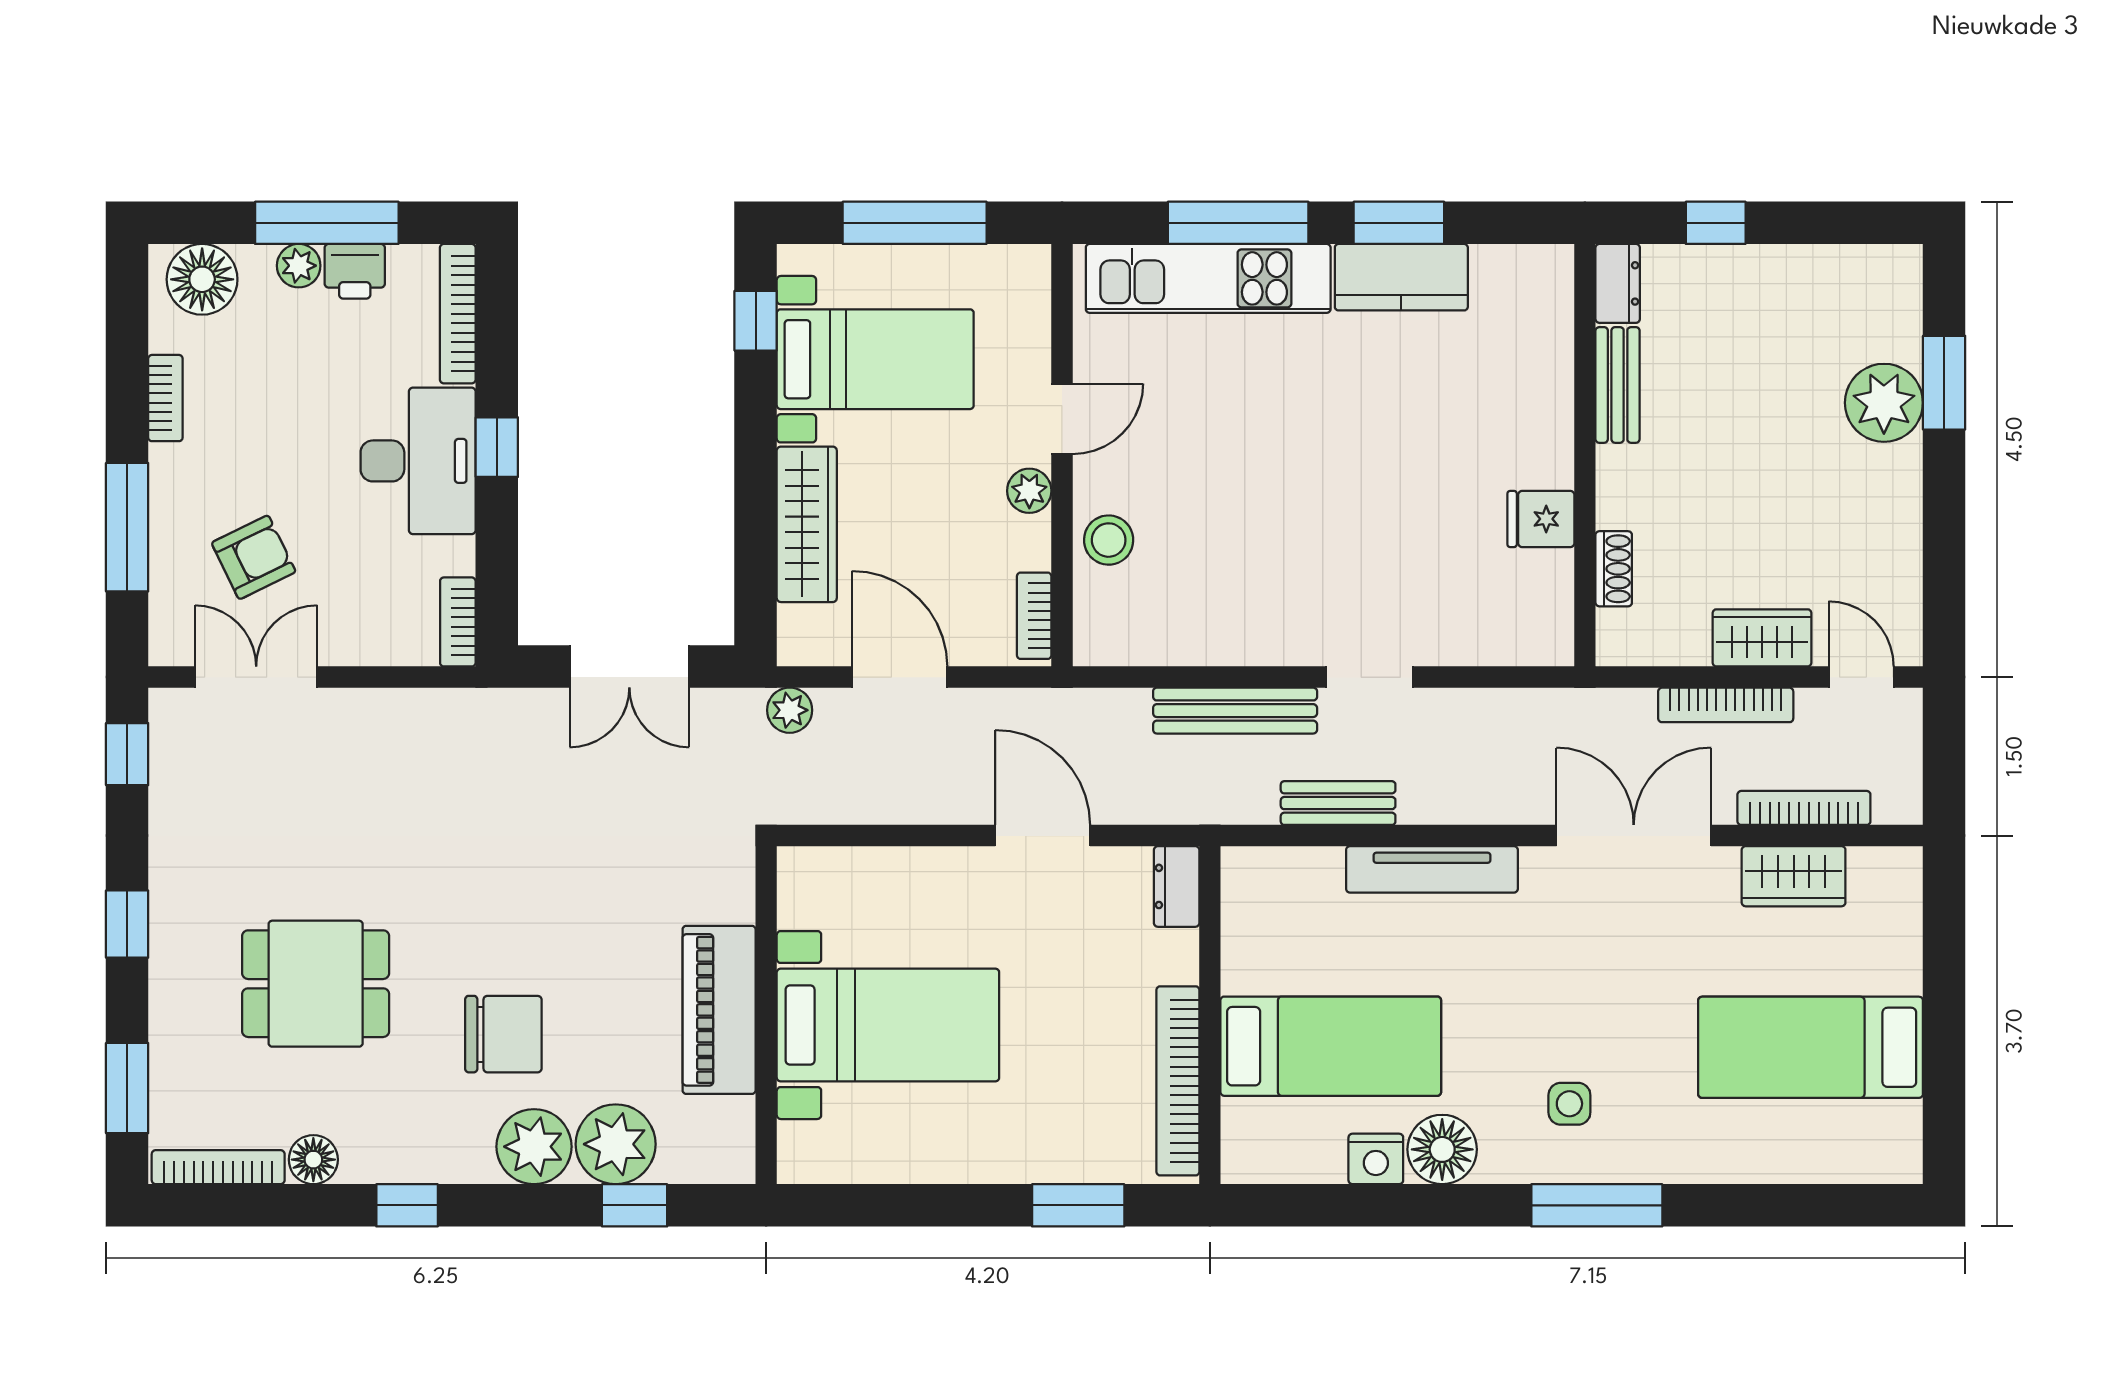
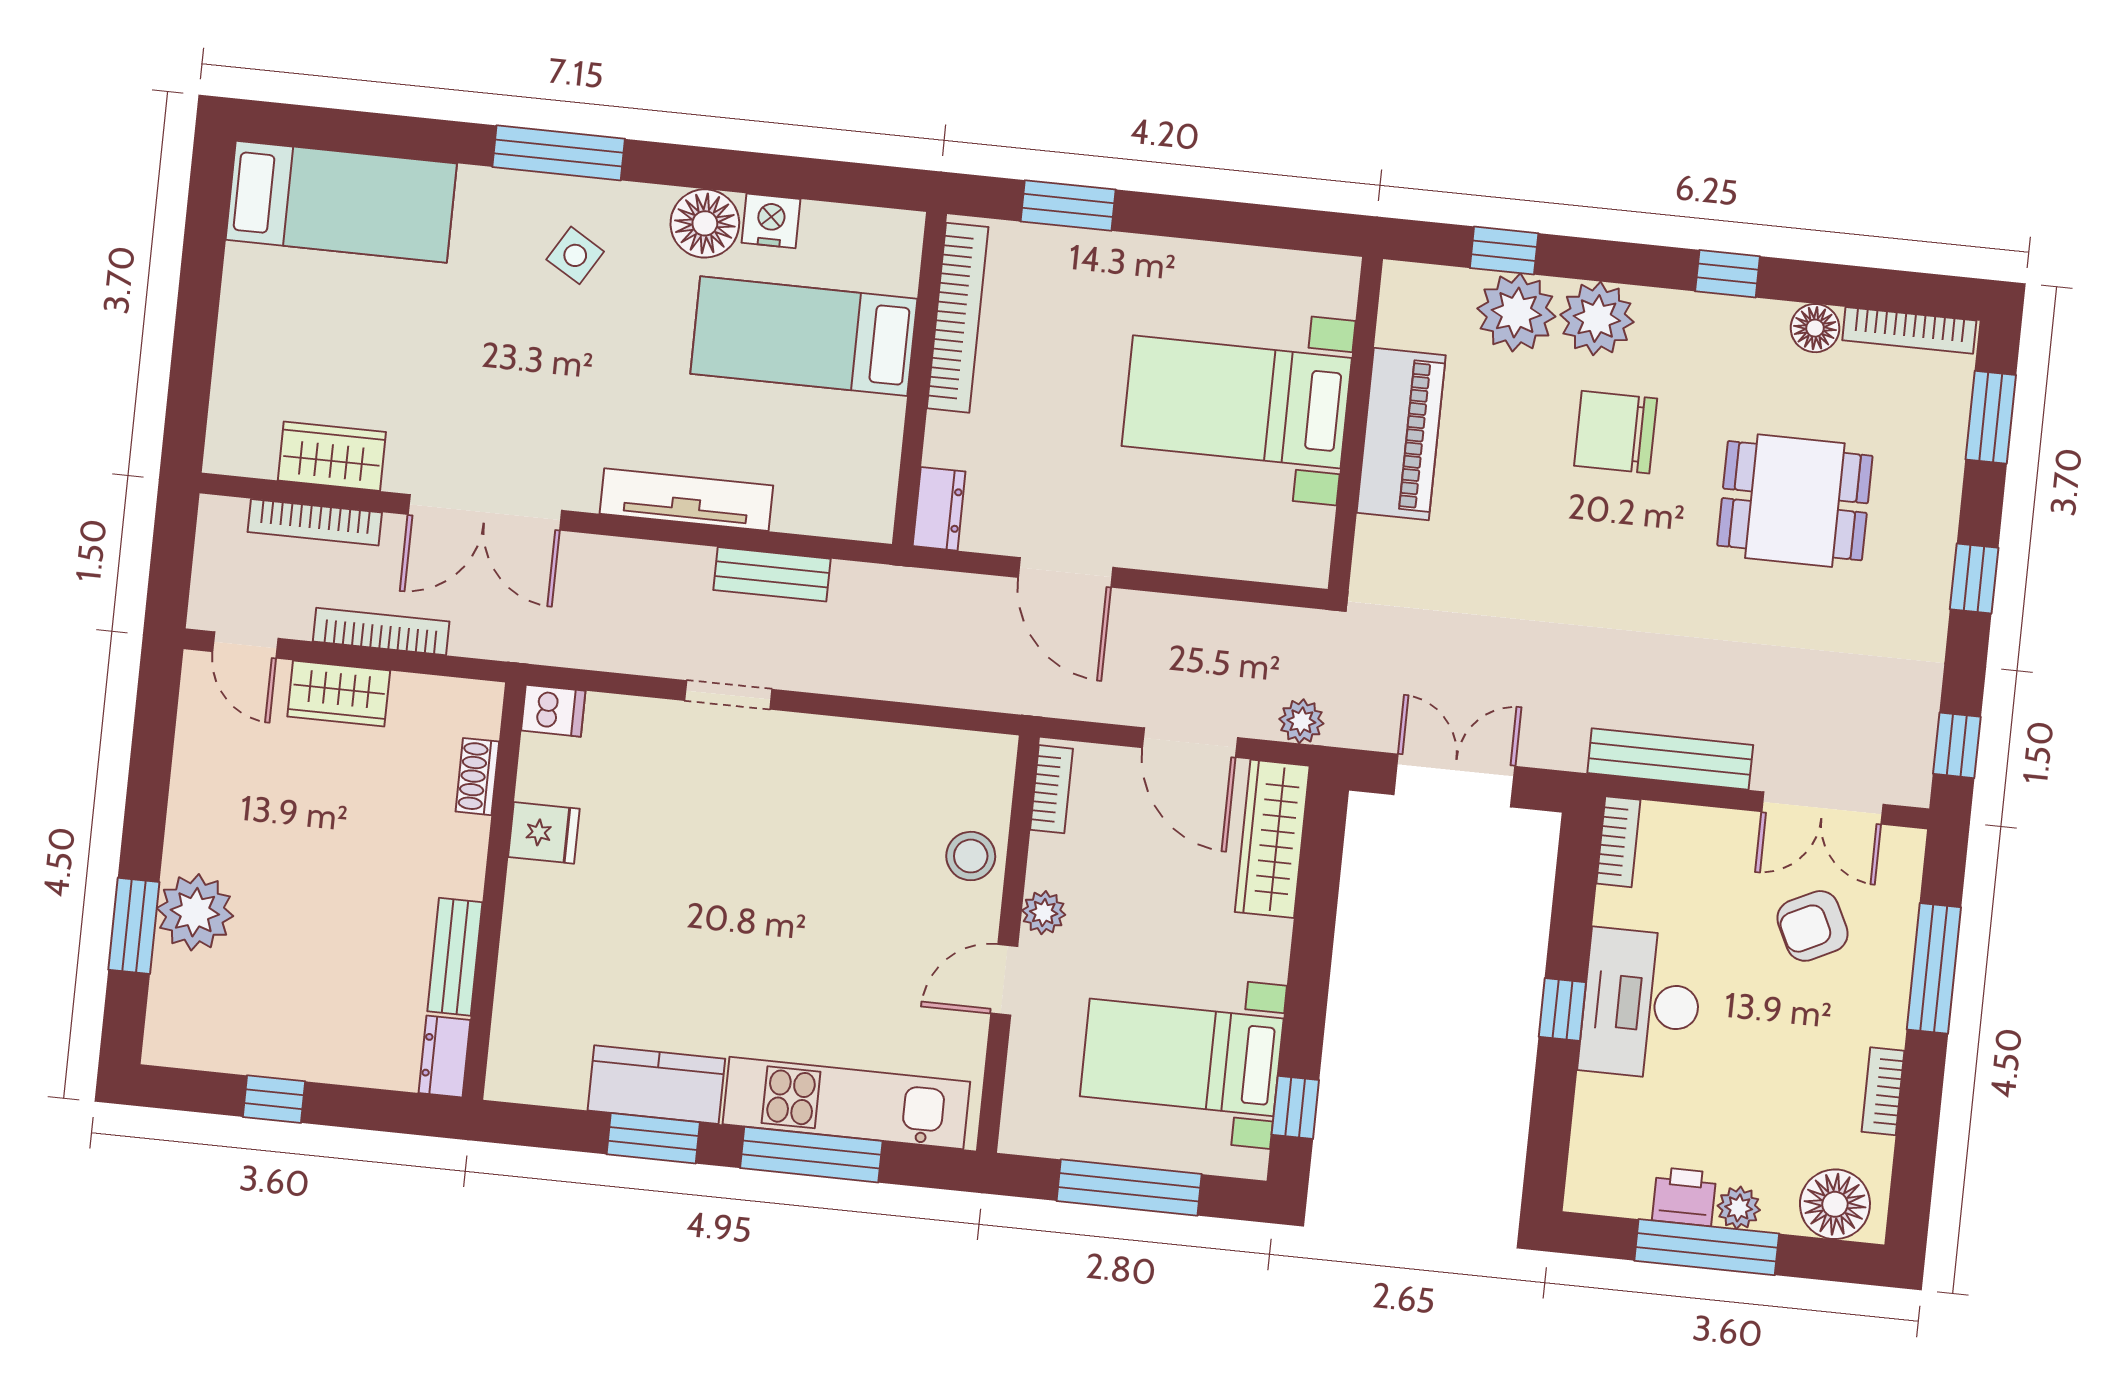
window: (1716, 223) -> (274, 1099), moved
bookcase: (458, 314) -> (1587, 1145), removed
wardrobe: (807, 524) -> (1272, 839), moved
dishwasher: (1544, 643) -> (553, 711), added
bench: (1235, 711) -> (1670, 759), moved
bed: (1811, 1047) -> (341, 202), moved
side table: (1569, 1104) -> (575, 255), turned 31

